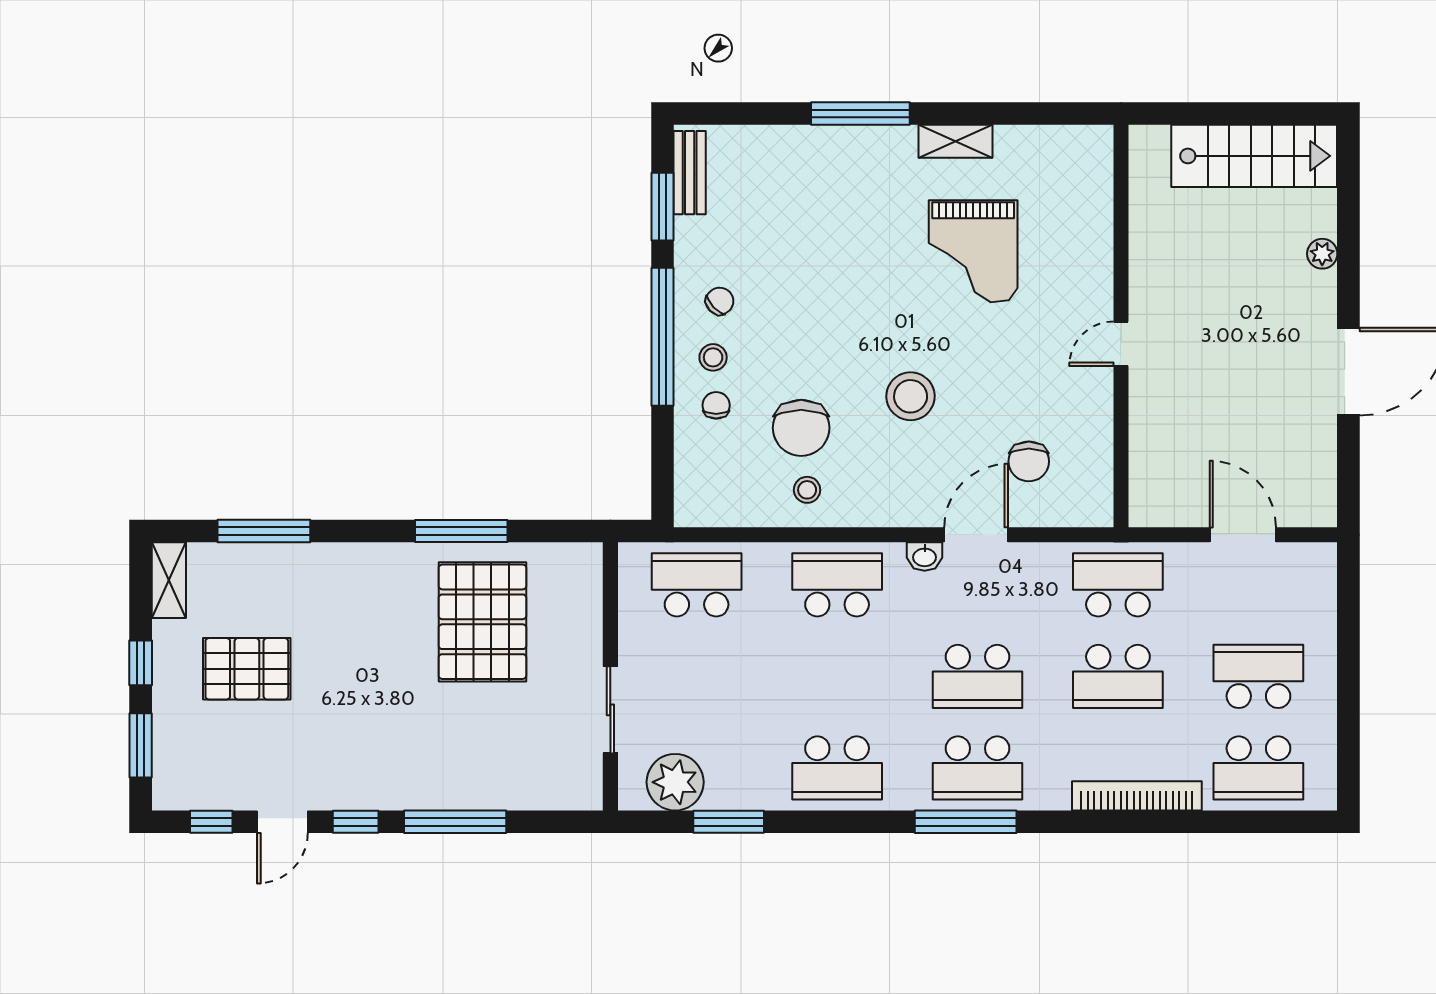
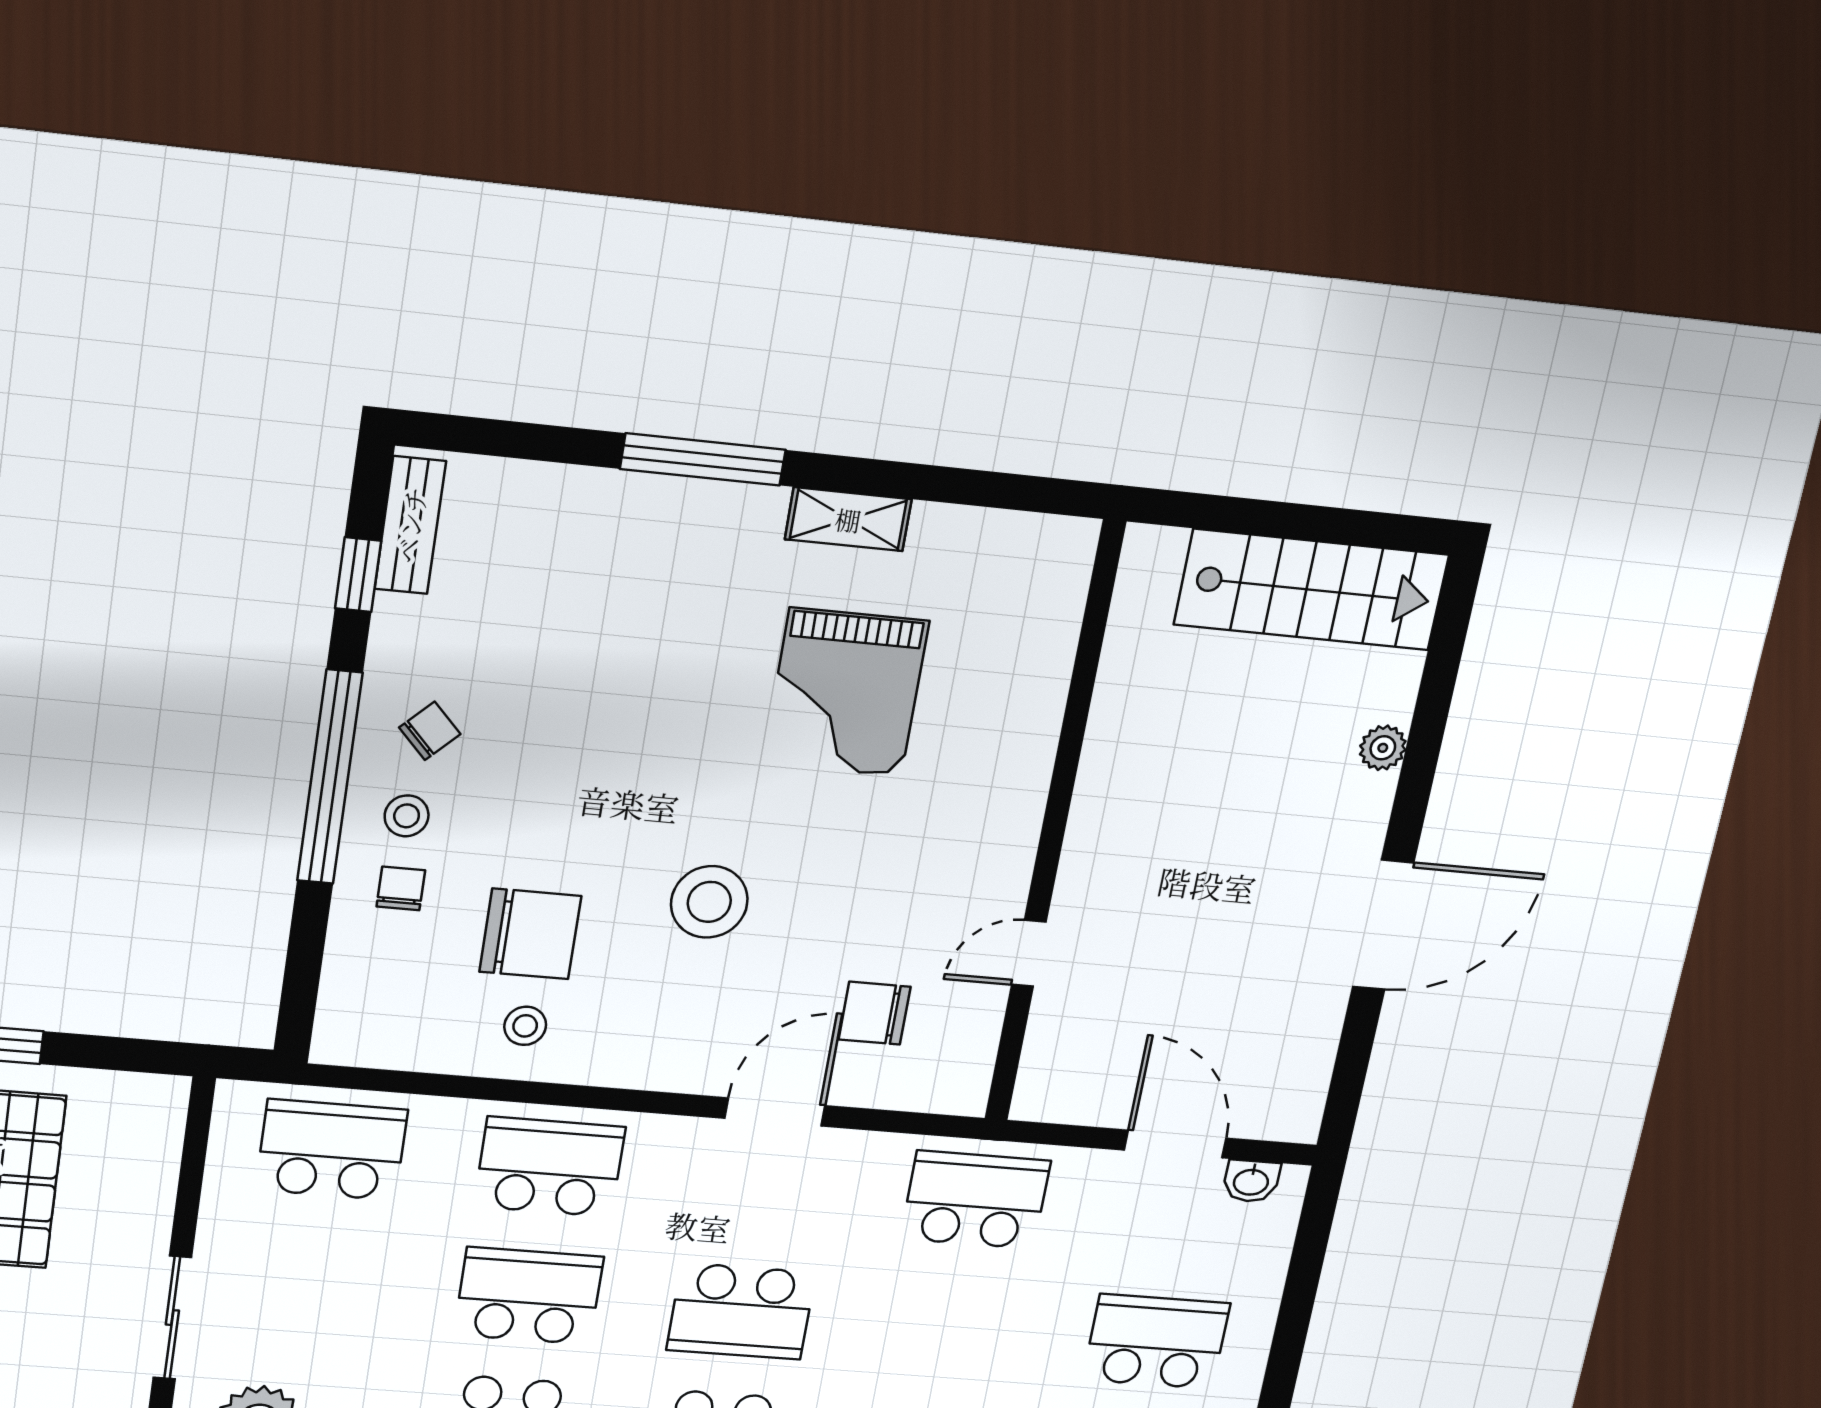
window: (663, 207) -> (358, 575), width x0.67
door: (1121, 344) -> (1029, 953), moved
chair: (801, 428) -> (530, 934), turned -90
chair: (1029, 461) -> (875, 1013), turned 90
washbasin: (925, 557) -> (1251, 1181), moved
school desk: (1118, 676) -> (529, 1296), moved, turned 180

